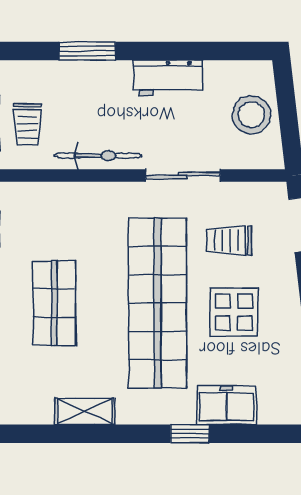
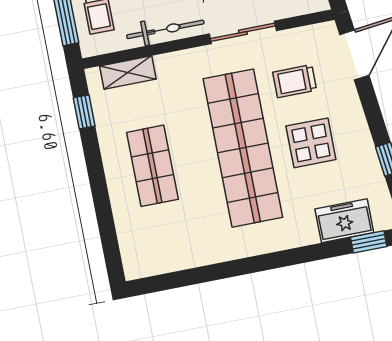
freezer: (227, 405) -> (344, 221), moved
shelving: (85, 411) -> (128, 73), moved
window: (190, 434) -> (369, 242), moved

